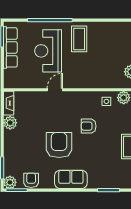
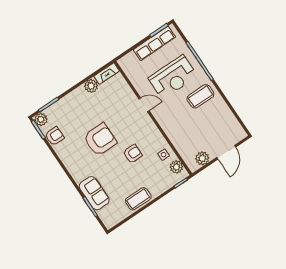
reception desk: (48, 51) -> (173, 77), turned 180
armchair: (89, 126) -> (133, 154), turned 90
sofa: (71, 179) -> (94, 193), moved

